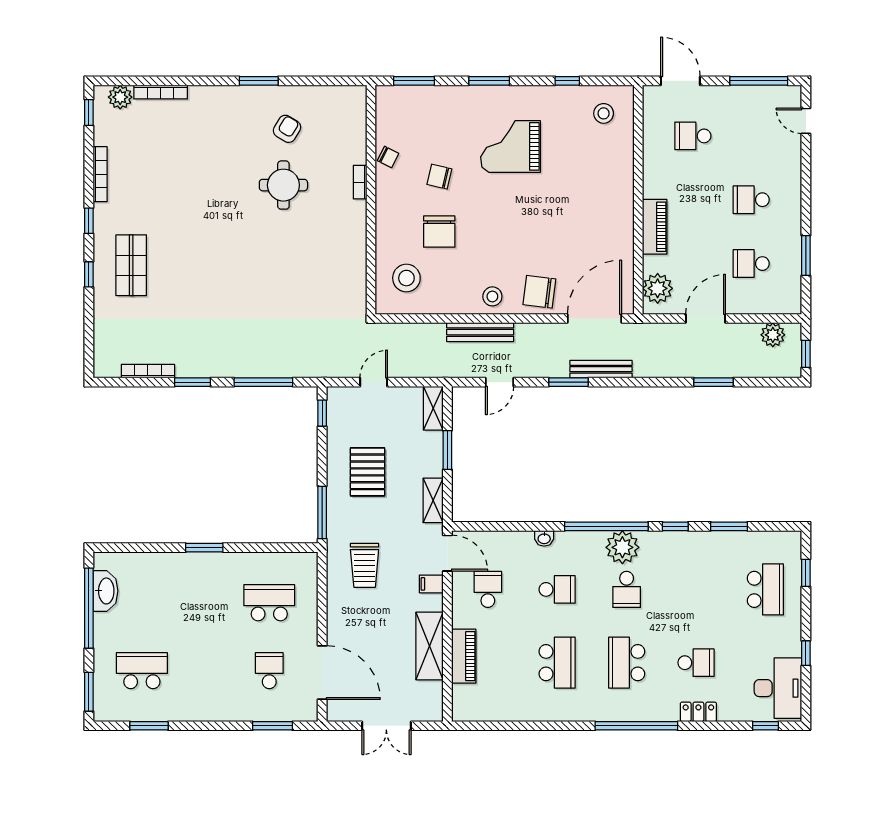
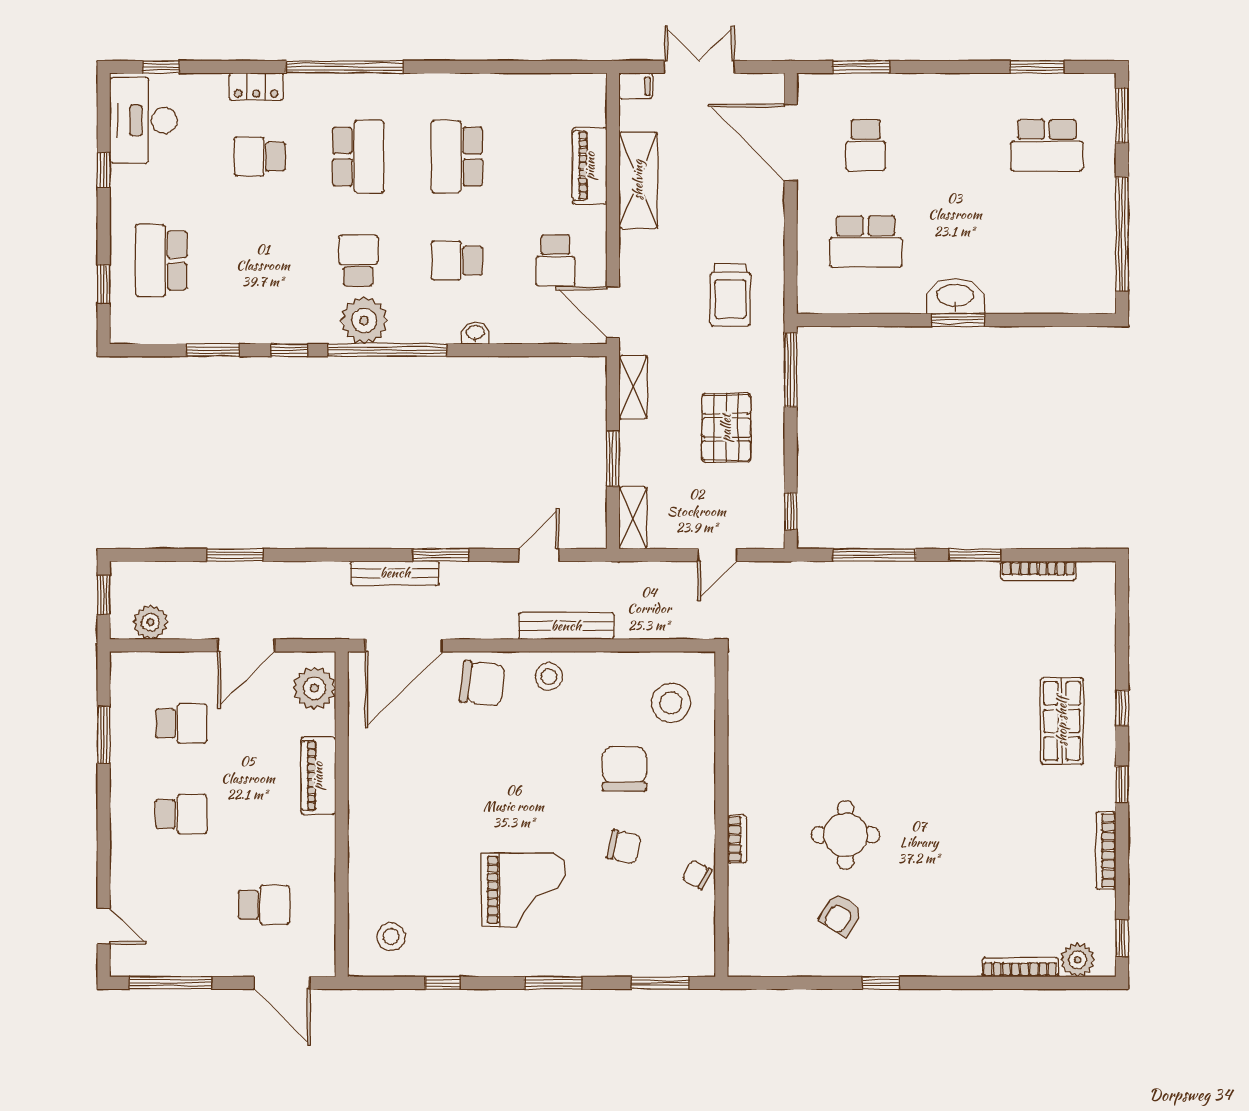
window: (259, 81) -> (881, 983), width x0.67
trolley: (365, 565) -> (730, 295), turned 180
filing cabinet: (431, 584) -> (636, 86), moved
washbasin: (106, 591) -> (955, 296), moved, turned 90

